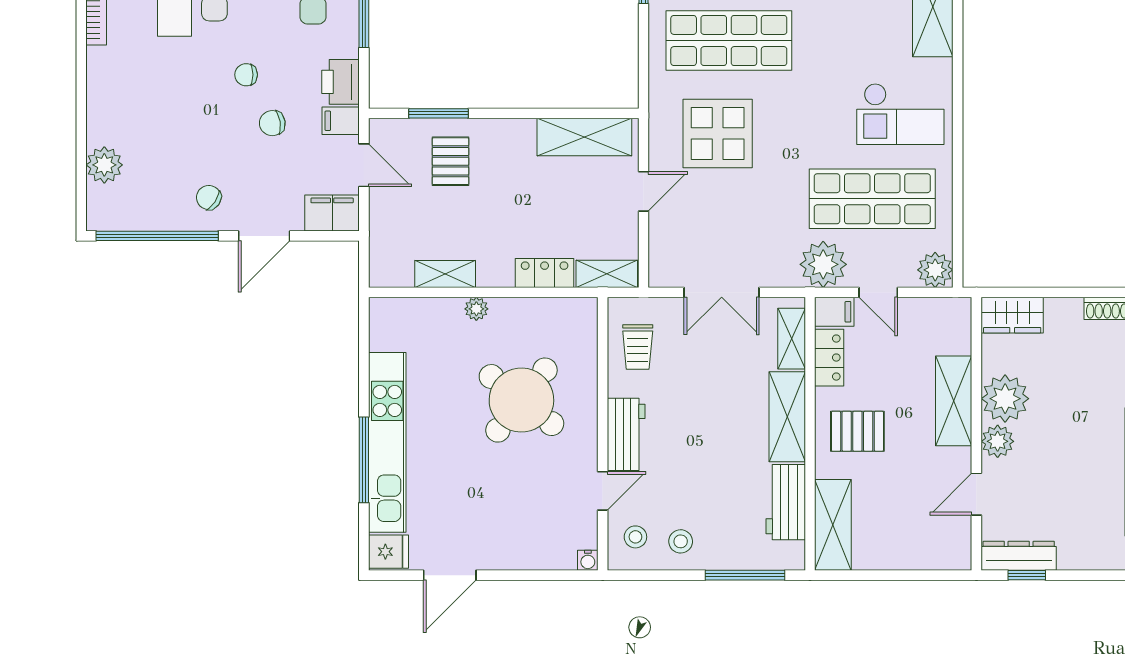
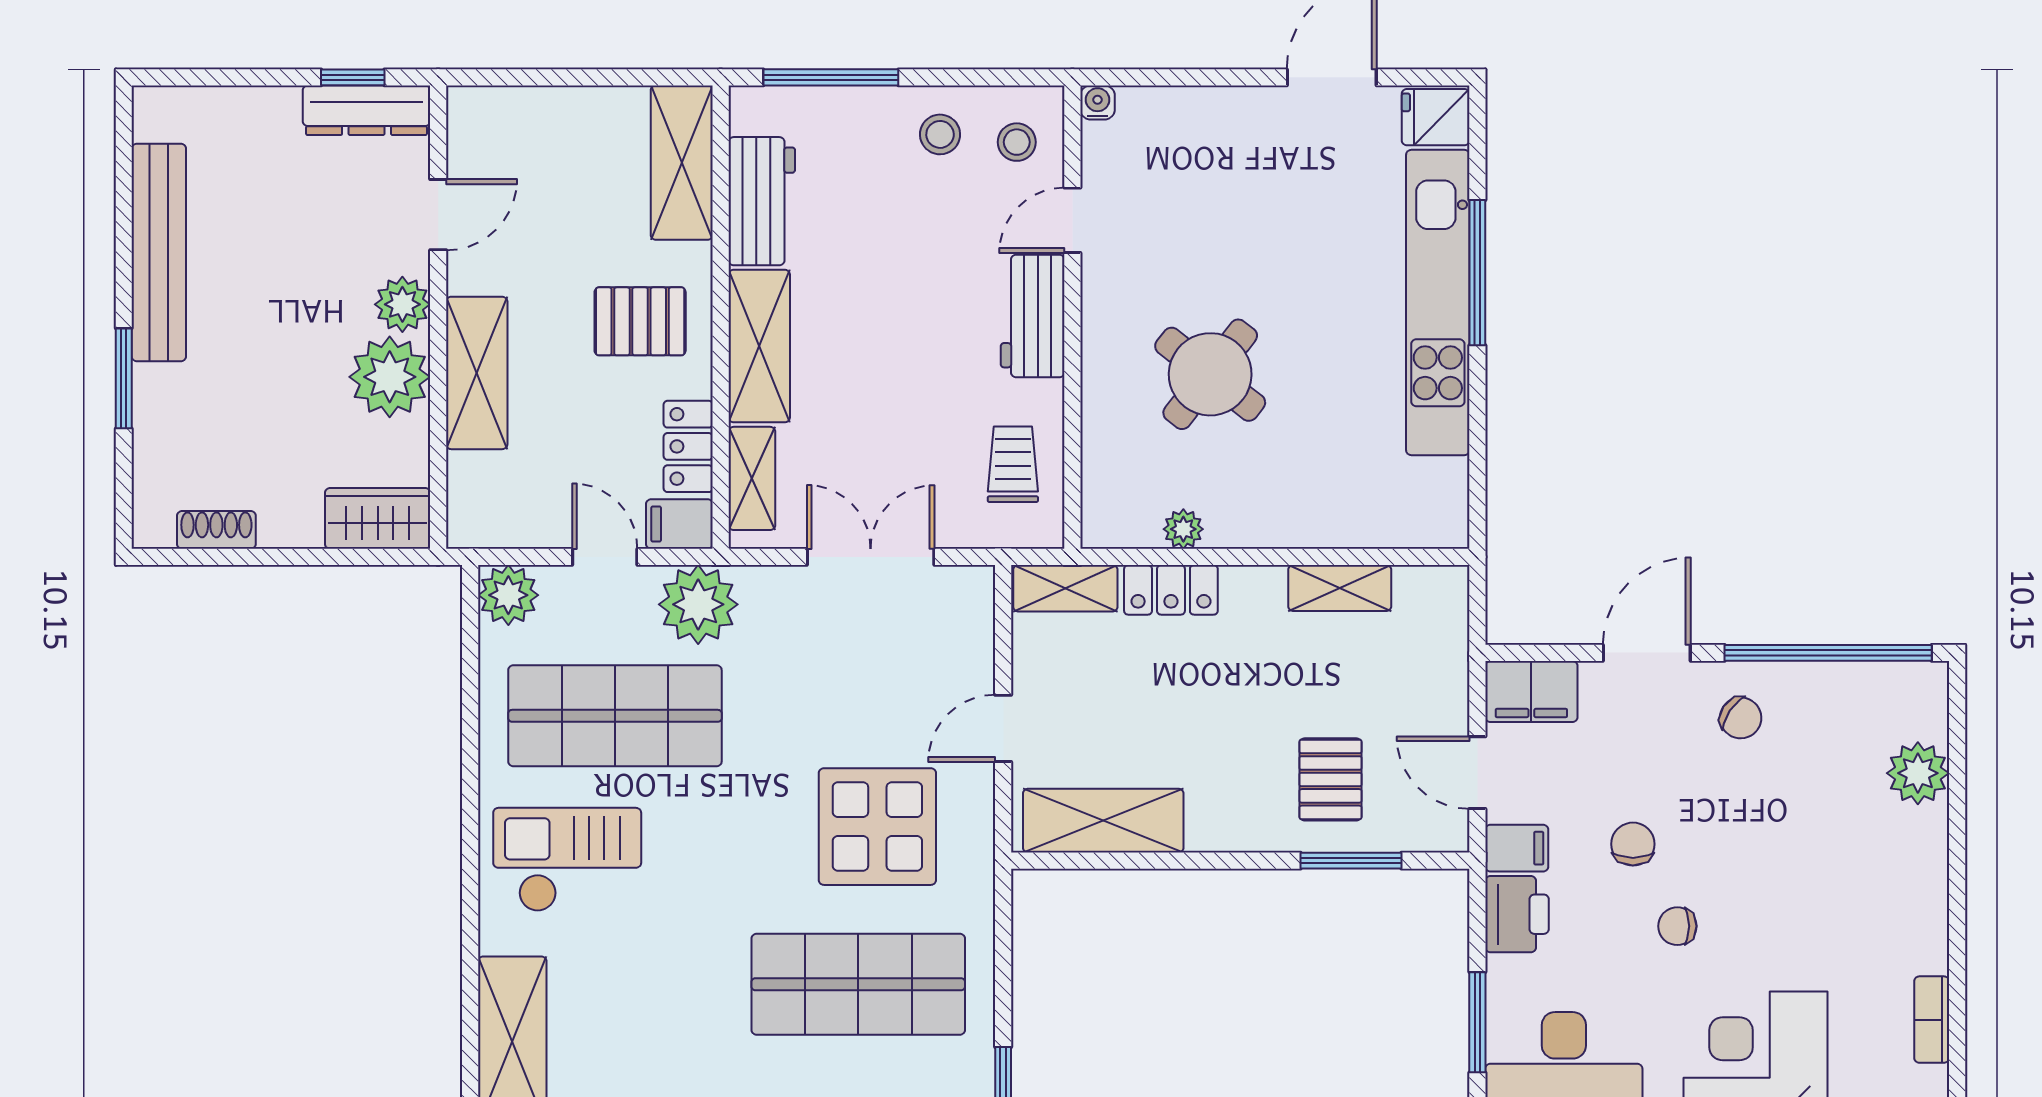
chair: (246, 75) -> (1677, 926), turned 180
chair: (272, 123) -> (1633, 844), turned -81
plant: (476, 309) -> (1183, 529), moved
round table: (521, 400) -> (1210, 374), width x0.73, depth x0.73

